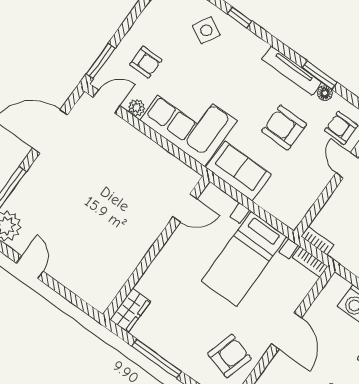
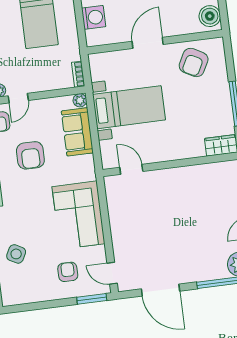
plant: (136, 108) -> (80, 100), moved
sofa: (238, 171) -> (77, 132), moved
bookcase: (310, 262) -> (95, 67), removed
armchair: (230, 356) -> (194, 62), turned -78

